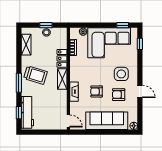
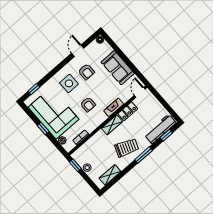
window: (46, 25) -> (75, 165), moved
window: (123, 25) -> (43, 129), moved
locker: (62, 58) -> (128, 111), moved
trolley: (35, 75) -> (127, 148), turned 94
armchair: (97, 91) -> (88, 104), moved
door: (140, 91) -> (78, 51), moved
sofa: (107, 121) -> (118, 68), width x0.73

